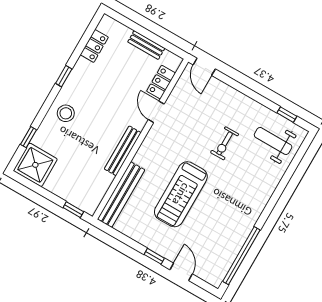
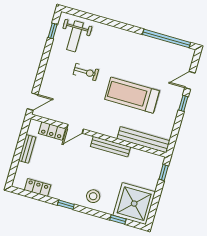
shower: (35, 165) -> (134, 204), width x1.37, depth x1.37
treadmill: (181, 194) -> (132, 95), turned 180

